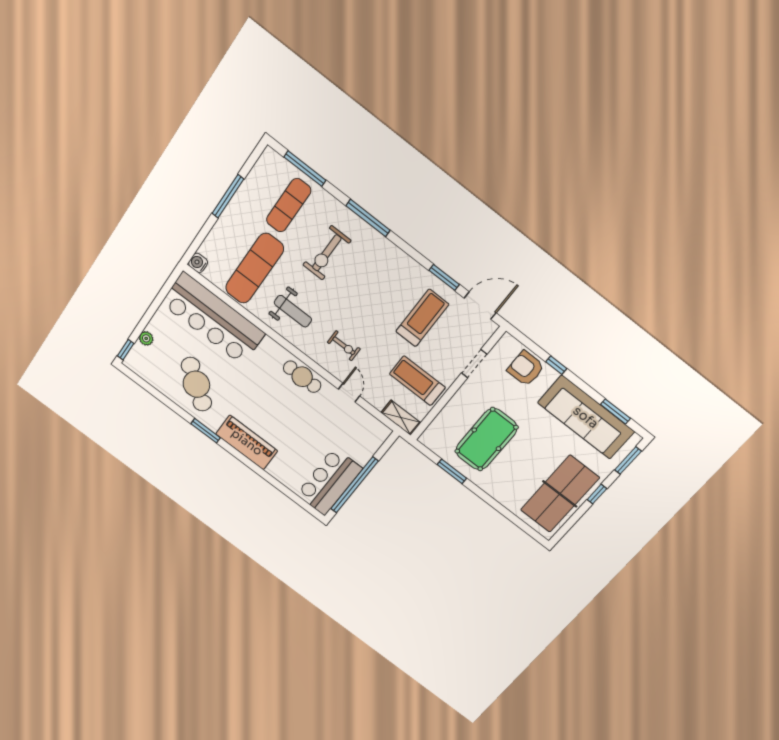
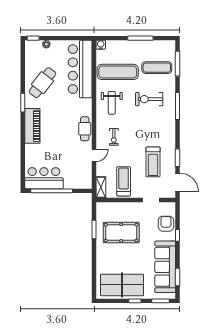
treadmill: (422, 318) -> (153, 162), turned 90

